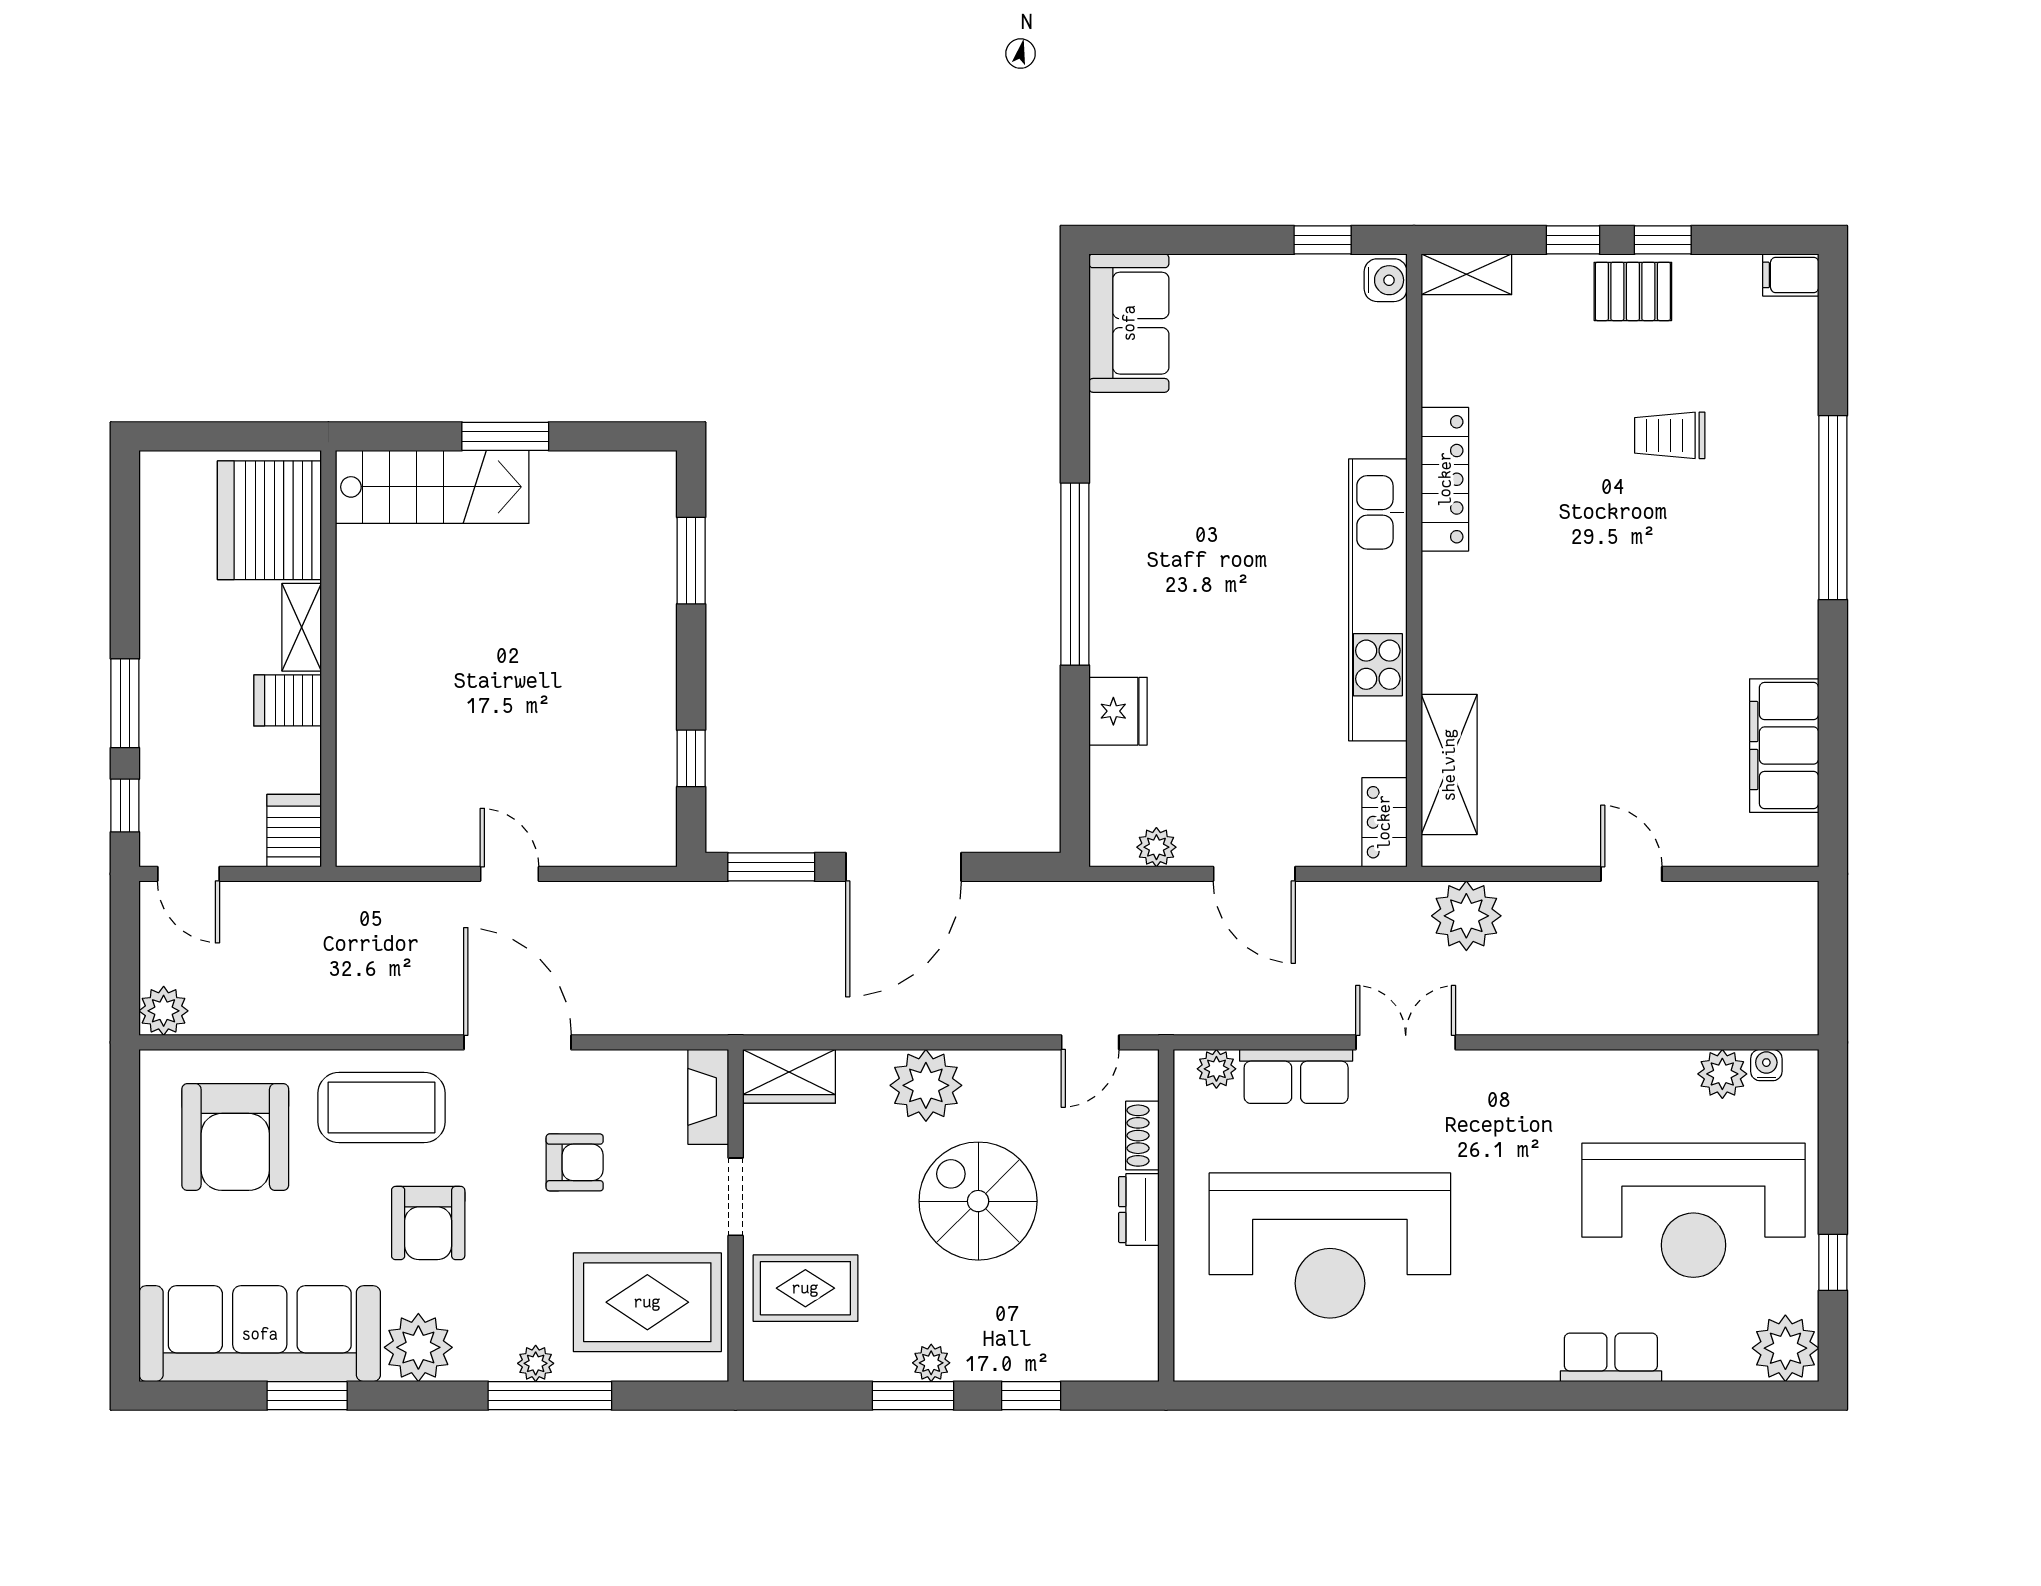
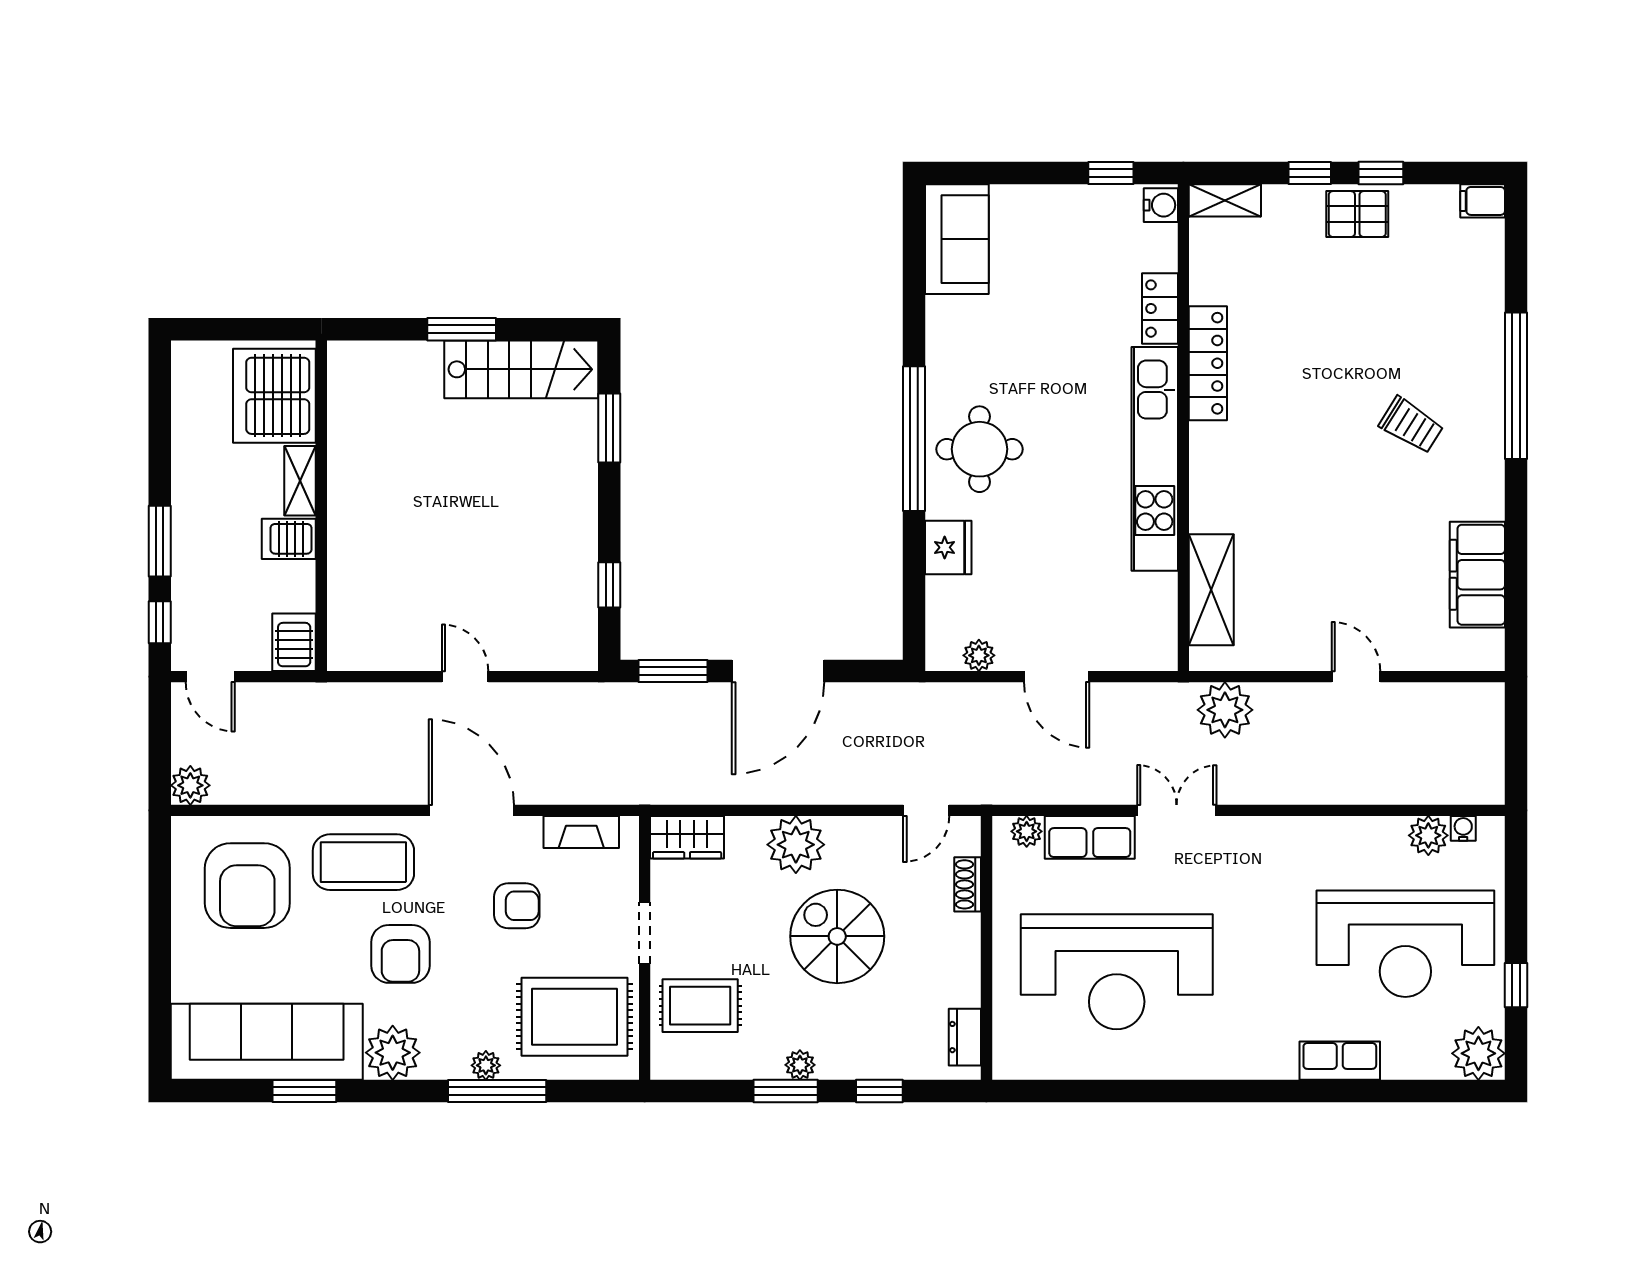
trolley: (1670, 435) -> (1411, 425), moved, turned -148
stairs: (432, 487) -> (521, 369), moved
round table: (1157, 588) -> (980, 449), added
locker: (1384, 822) -> (1160, 309), moved
fireplace: (708, 1097) -> (581, 832), moved, turned -90
dresser: (1139, 1210) -> (965, 1037), moved

